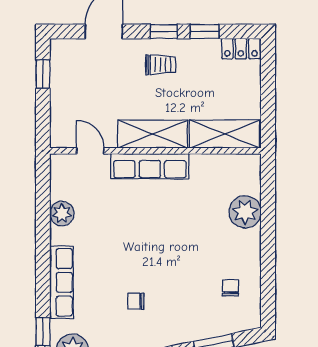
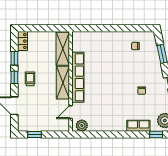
row of seats: (150, 166) -> (78, 77), width x1.36
plant: (245, 212) -> (100, 39), removed
plant: (62, 214) -> (82, 125), moved
row of seats: (61, 282) -> (138, 126), width x0.68

